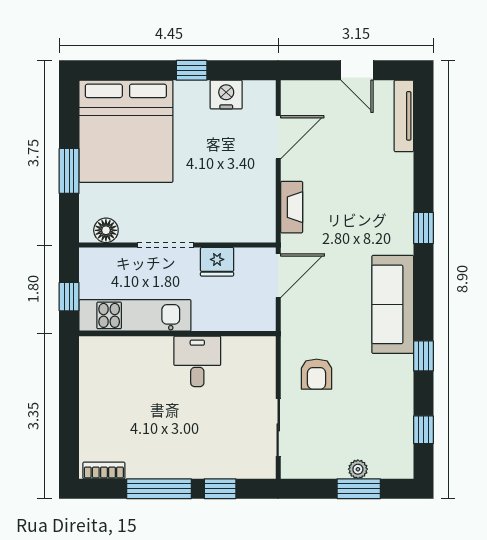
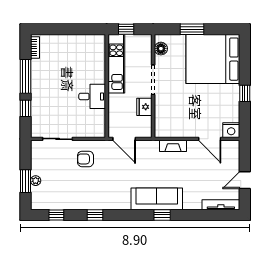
nightstand: (226, 95) -> (231, 130), moved, turned 90
door: (278, 276) -> (124, 139), moved
sofa: (393, 304) -> (157, 199), moved

